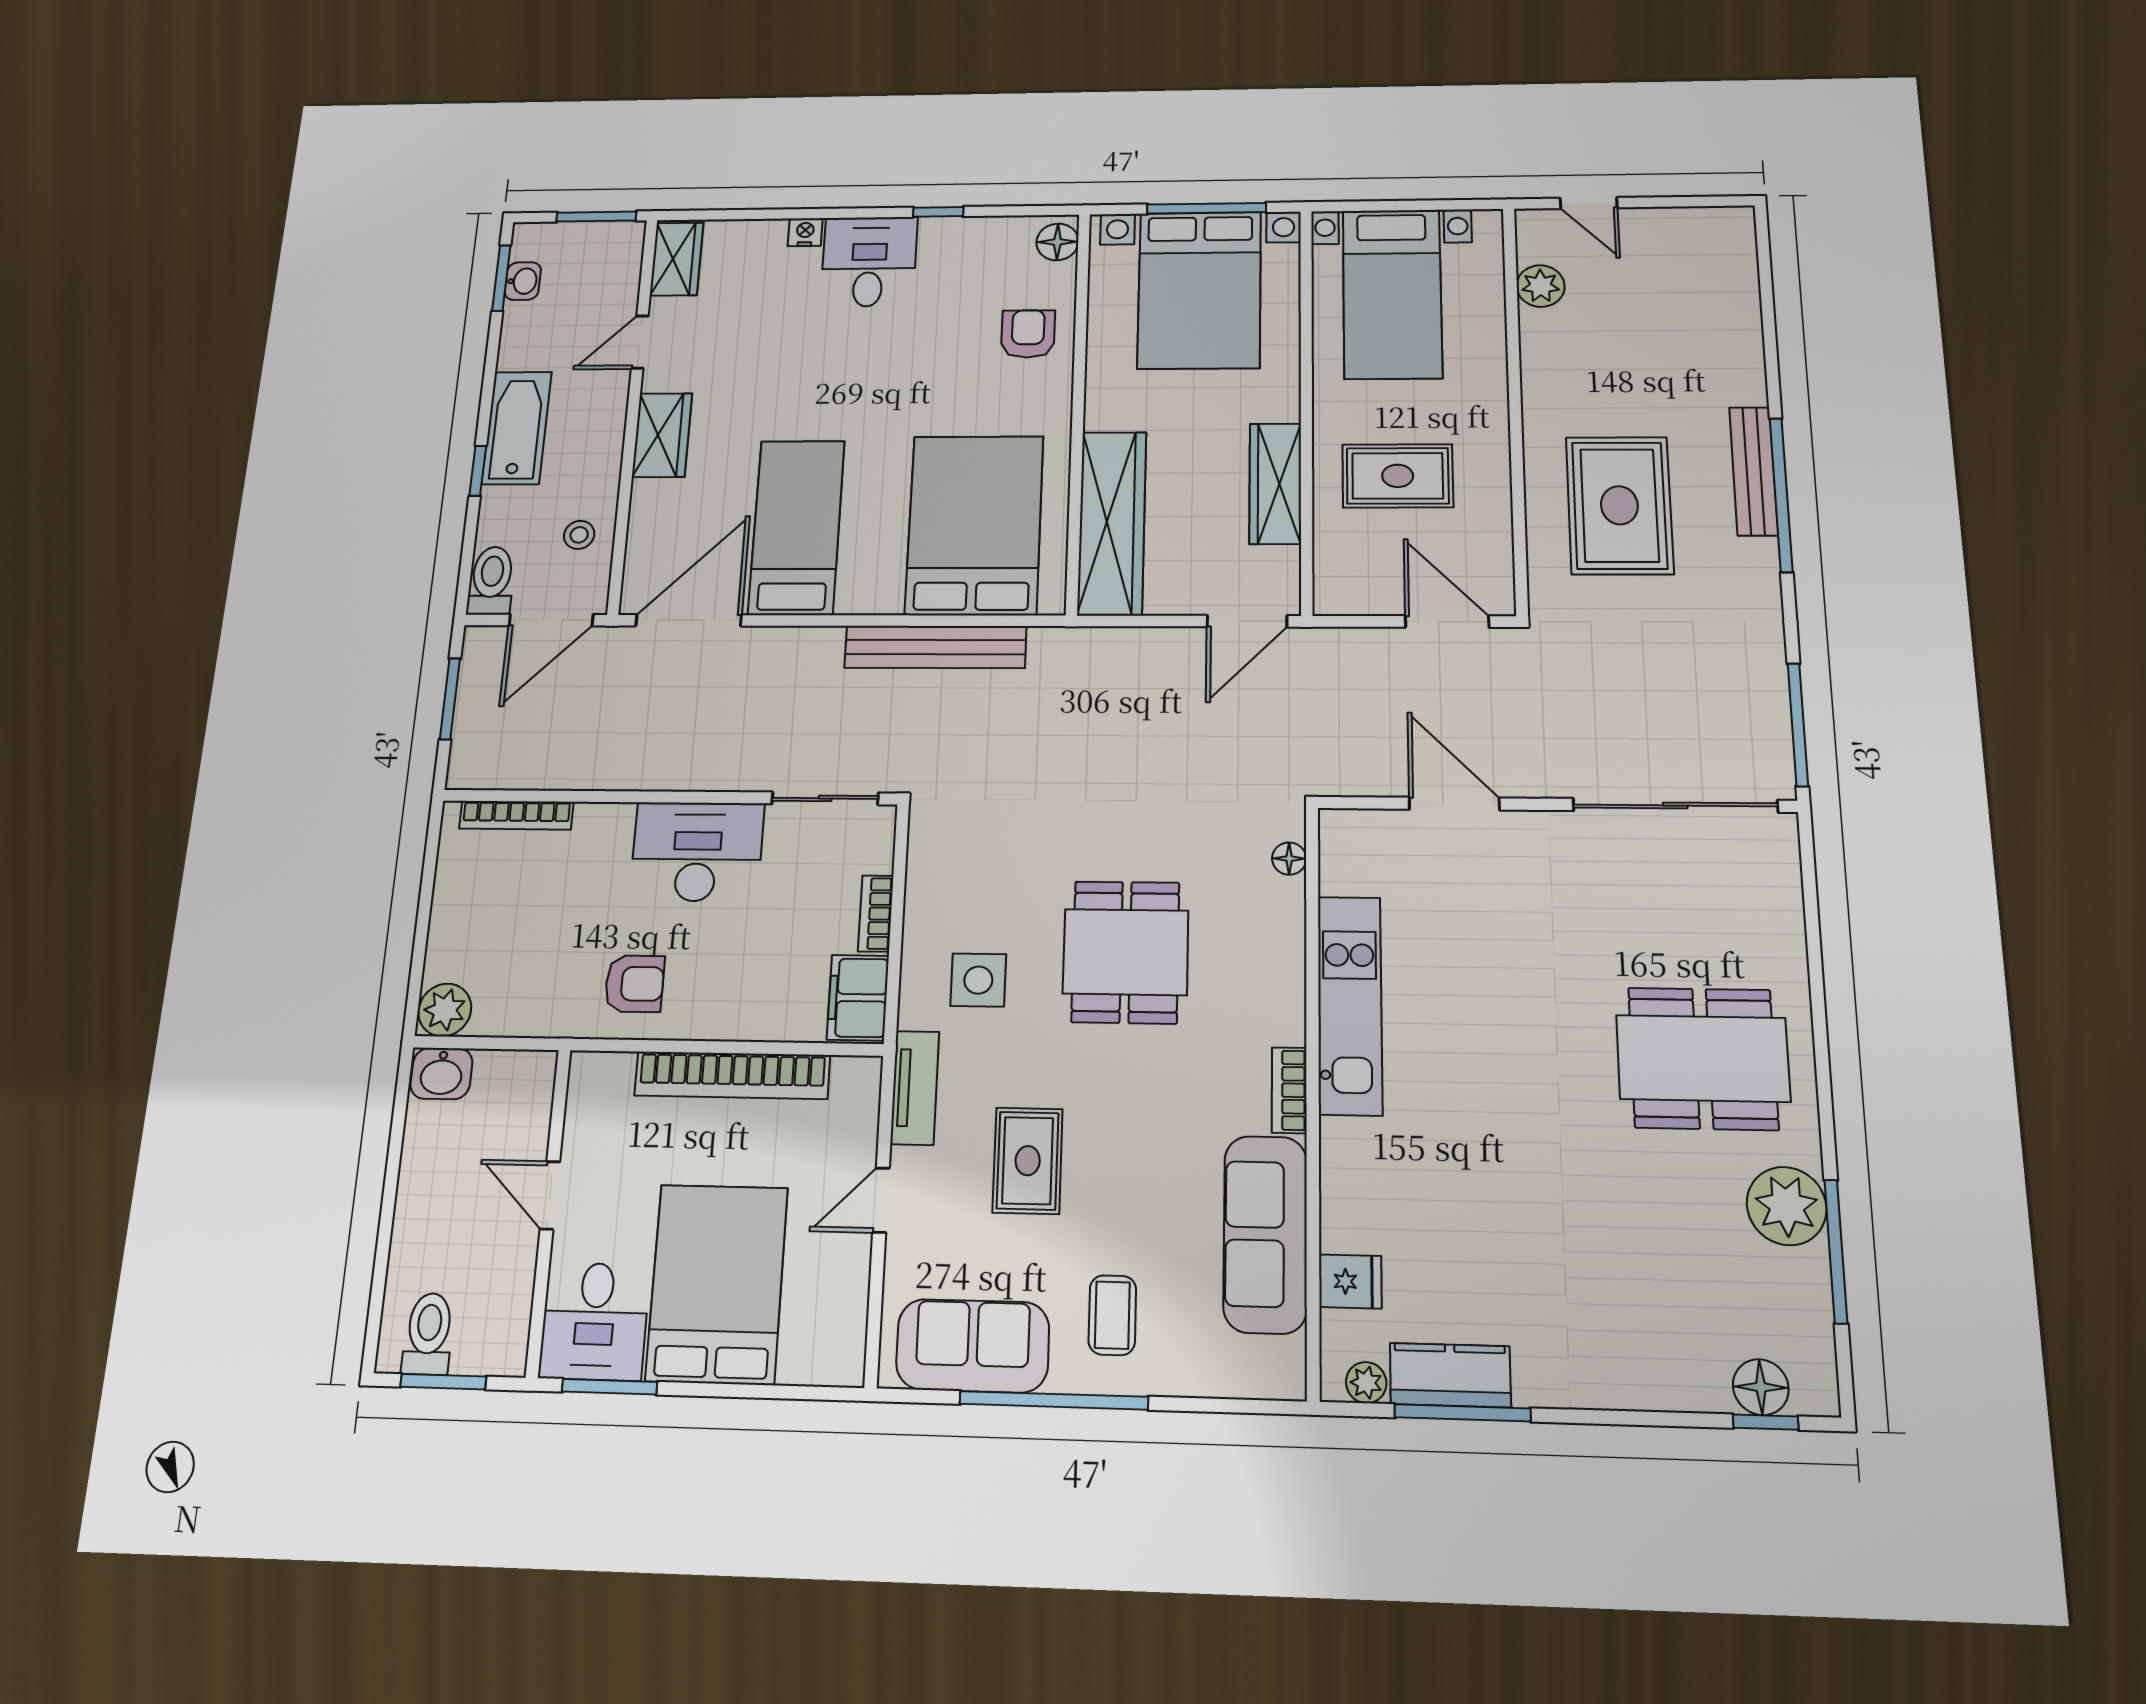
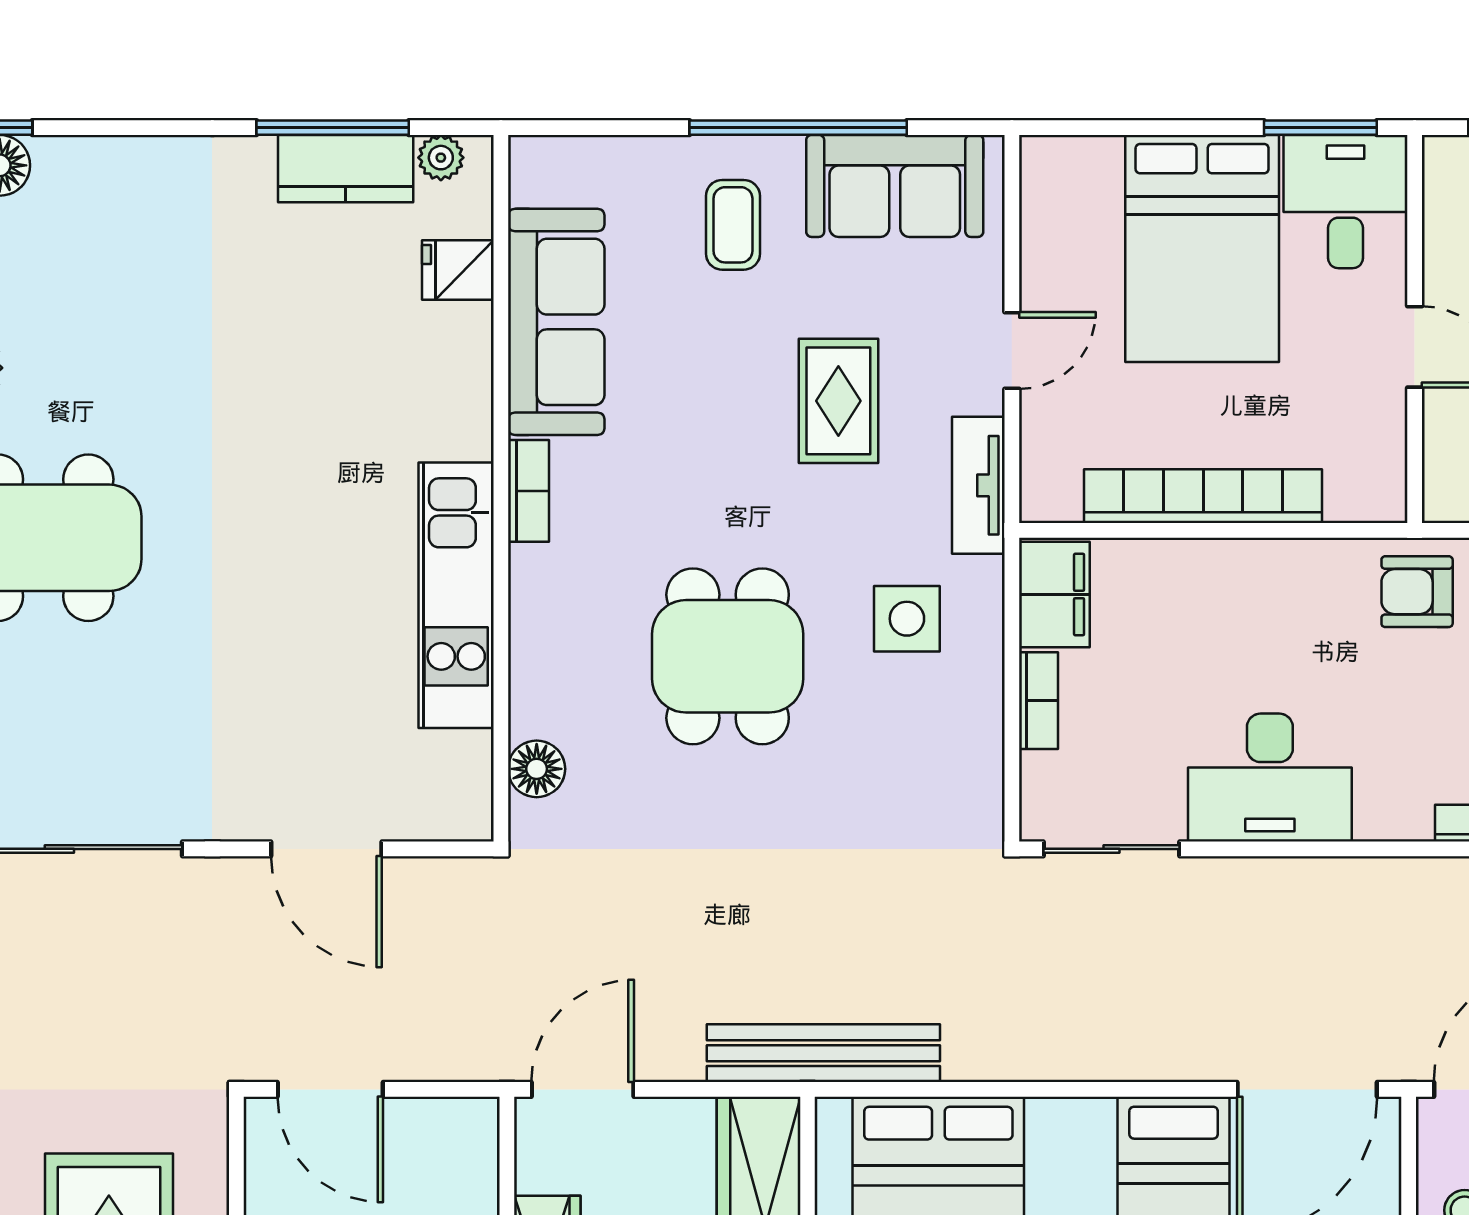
bench: (935, 647) -> (823, 1053), moved
floor lamp: (1289, 859) -> (537, 769), width x1.37, depth x1.37
armchair: (634, 984) -> (1417, 592), moved

